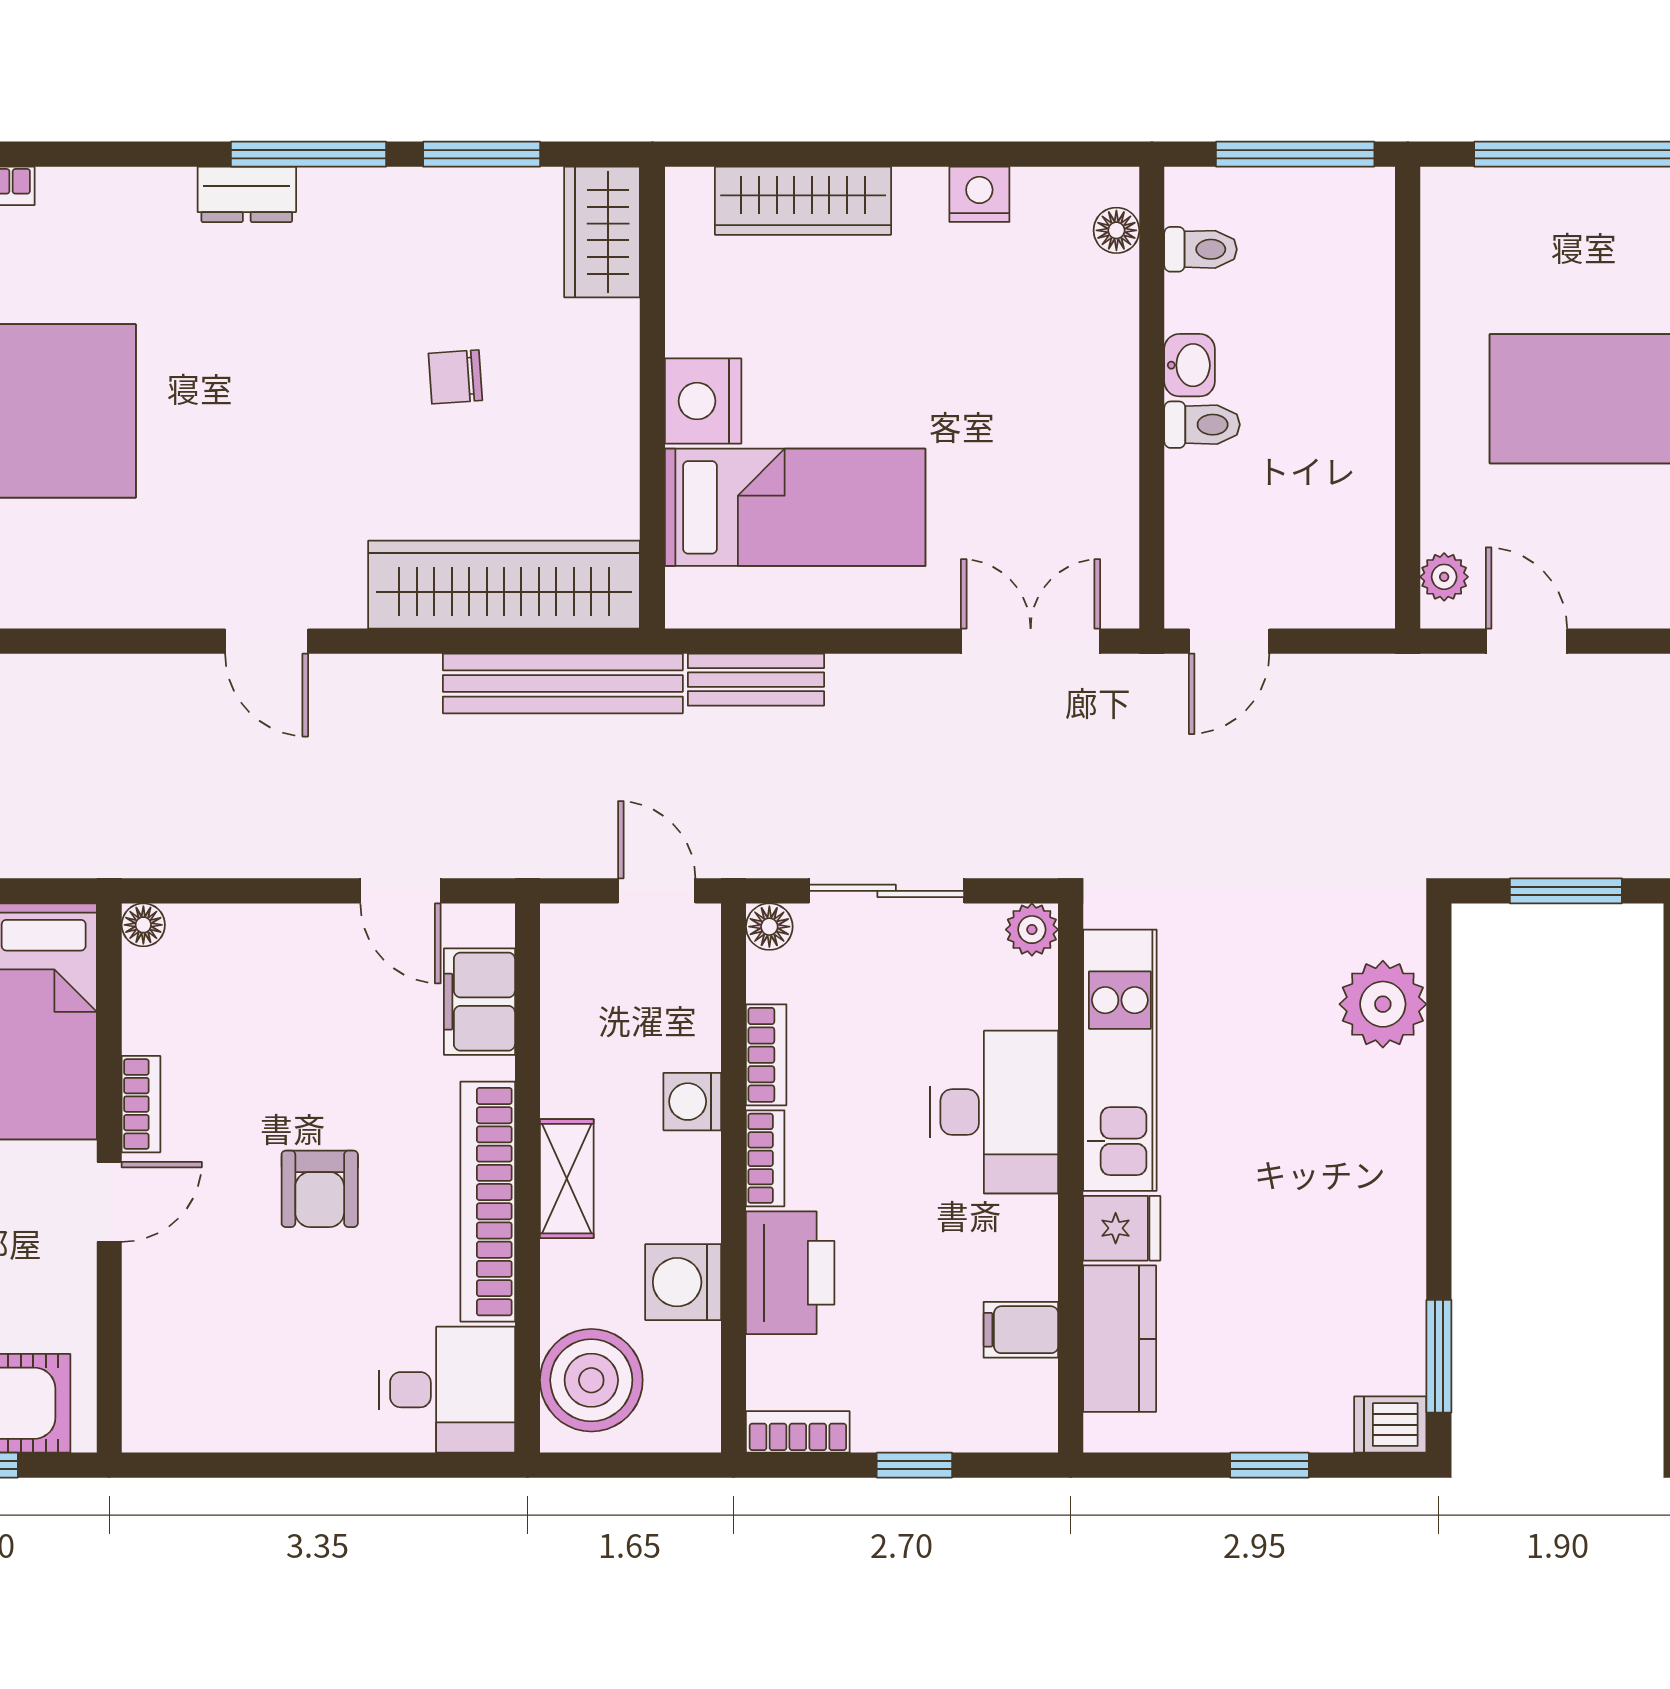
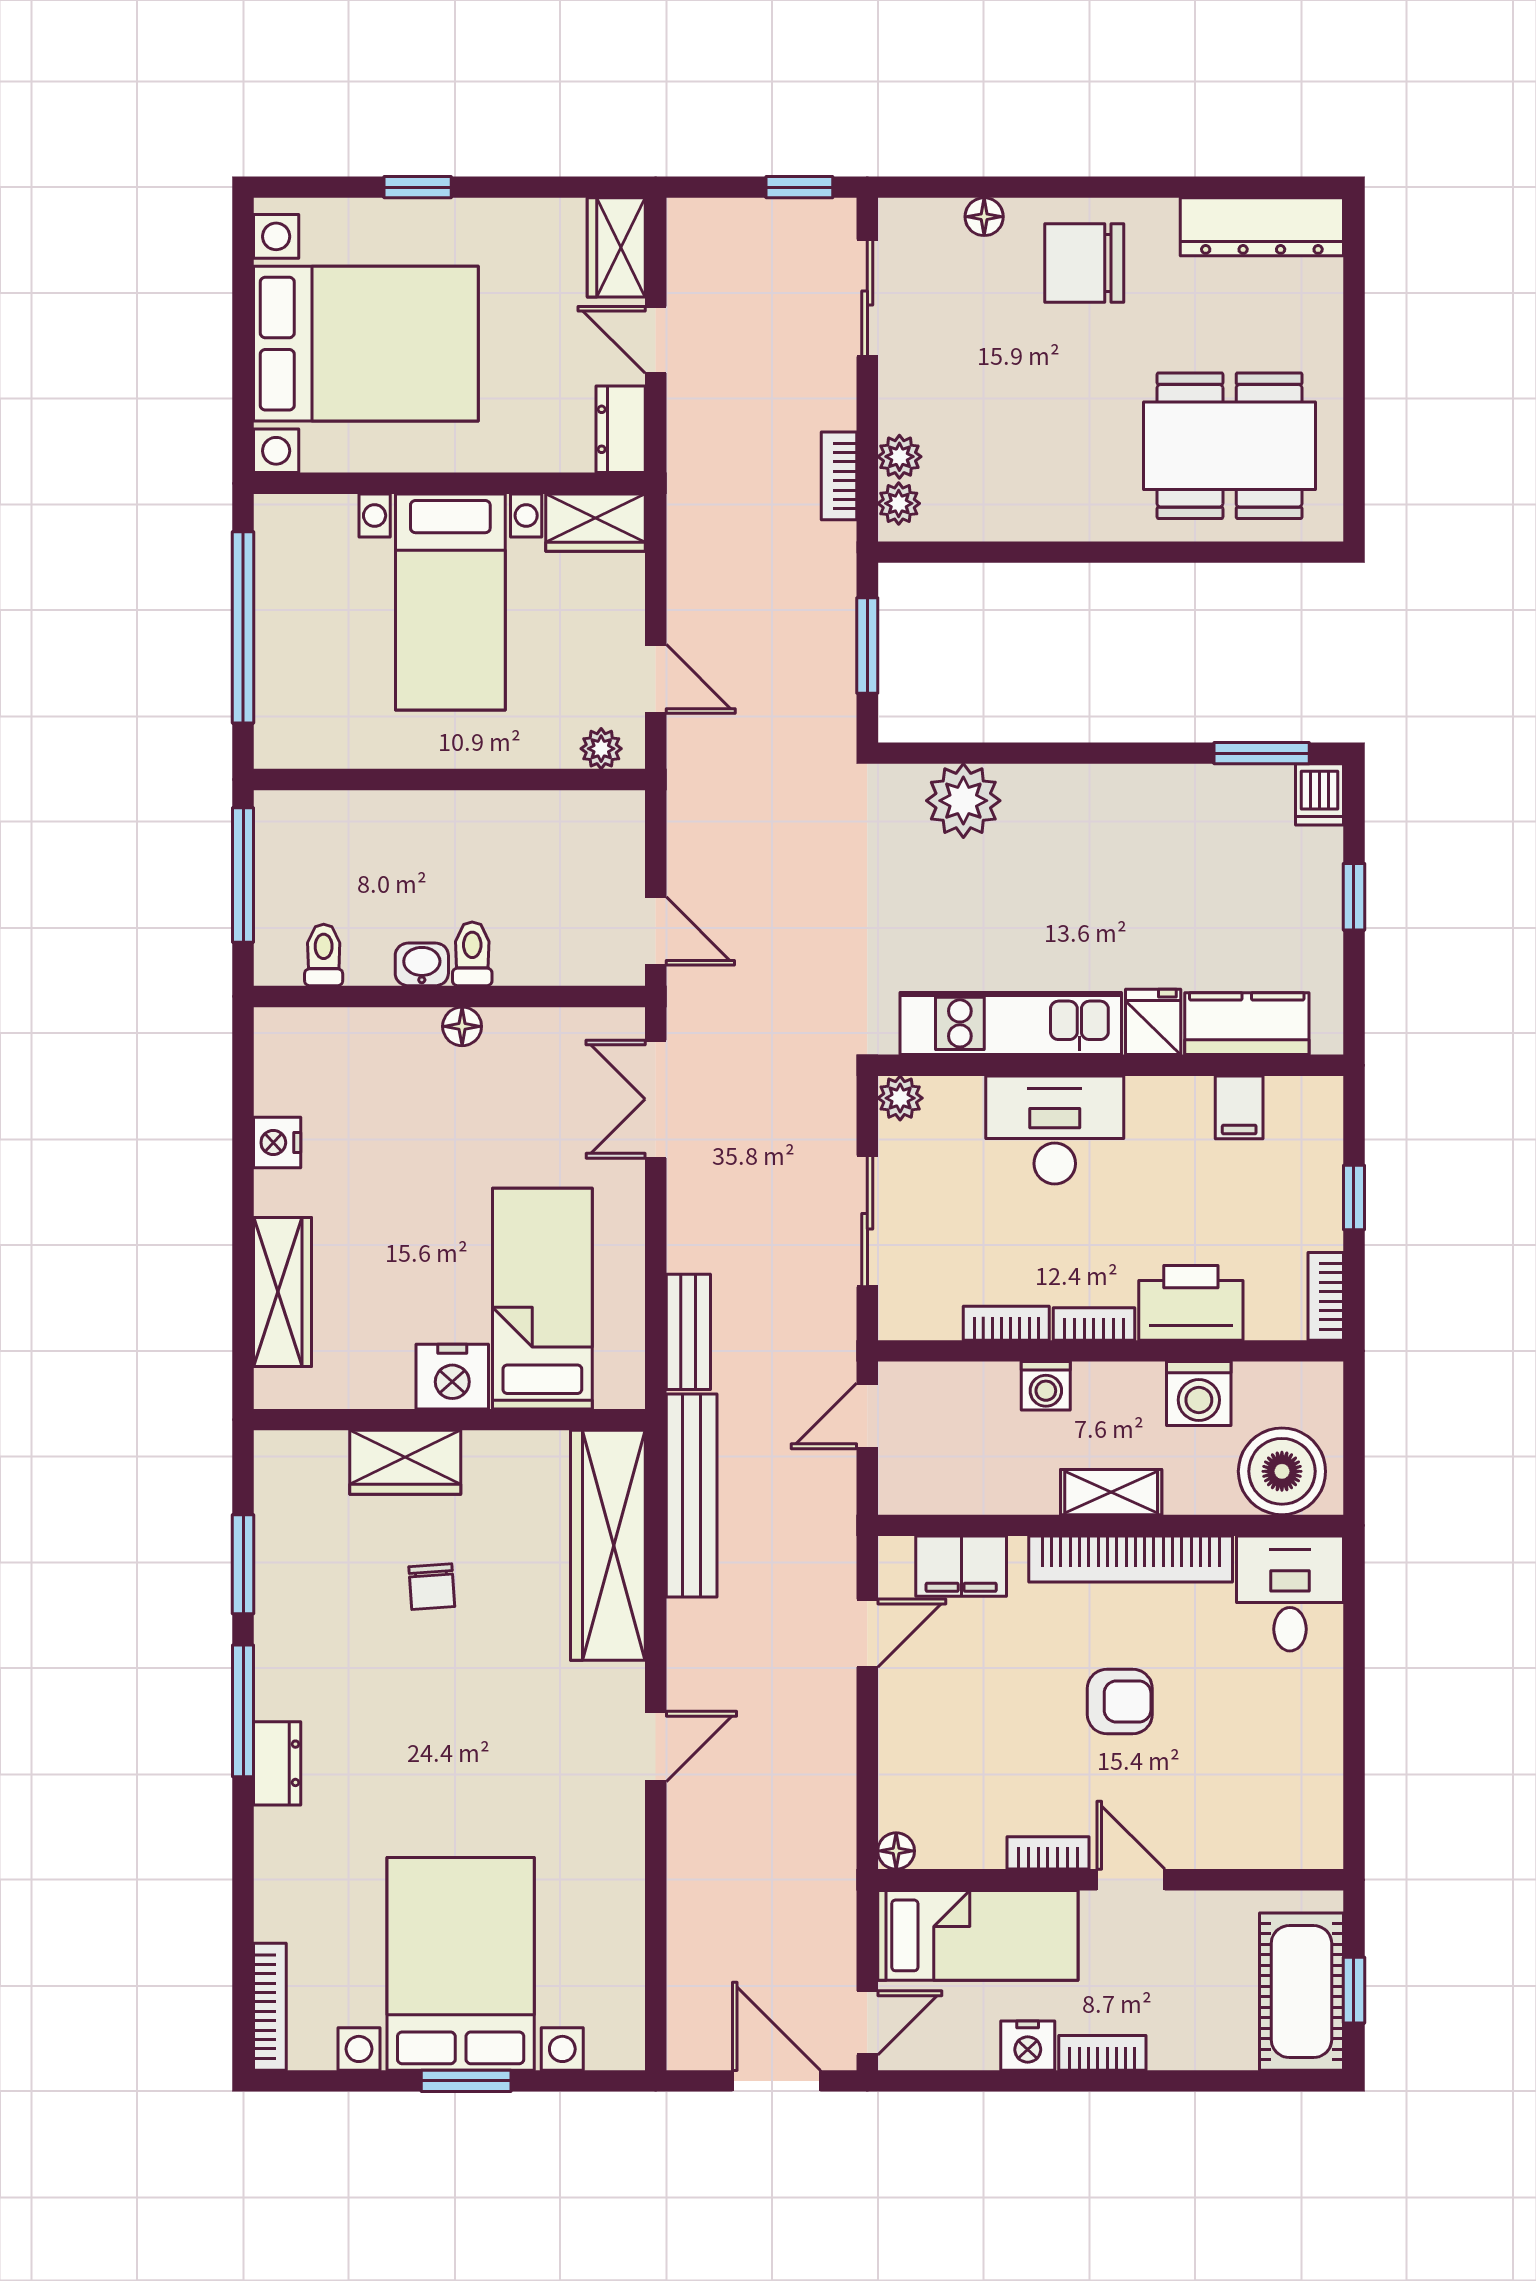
floor lamp: (1116, 230) -> (462, 1026), moved
wardrobe: (602, 232) -> (405, 1462), moved
door: (1527, 641) -> (656, 679), swing flipped
floor lamp: (769, 927) -> (898, 1321), removed

